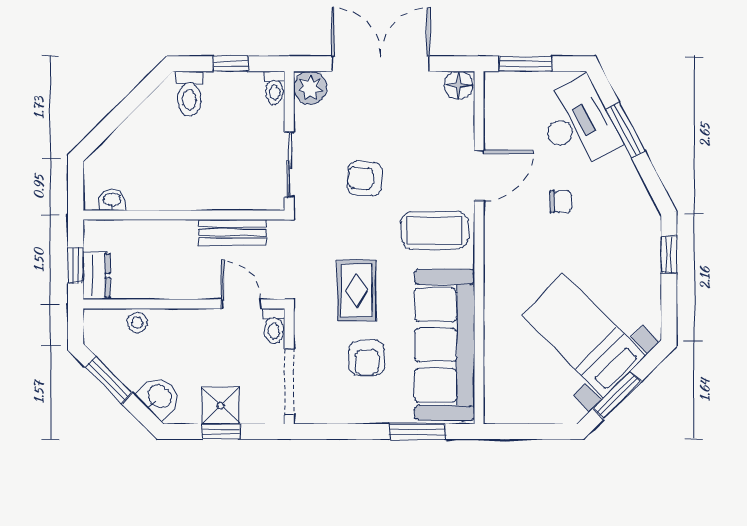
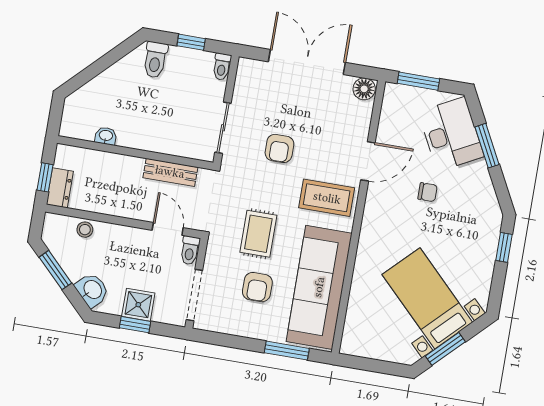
plant: (310, 88) -> (249, 71), removed
armchair: (365, 179) -> (279, 148), turned -94
washbasin: (112, 200) -> (106, 136), moved

